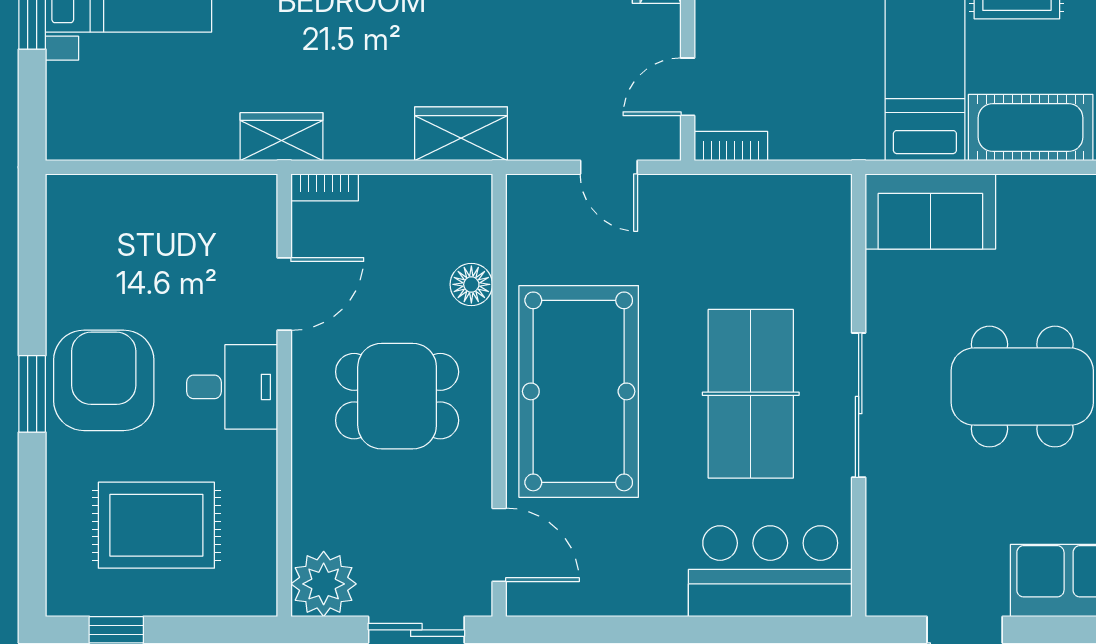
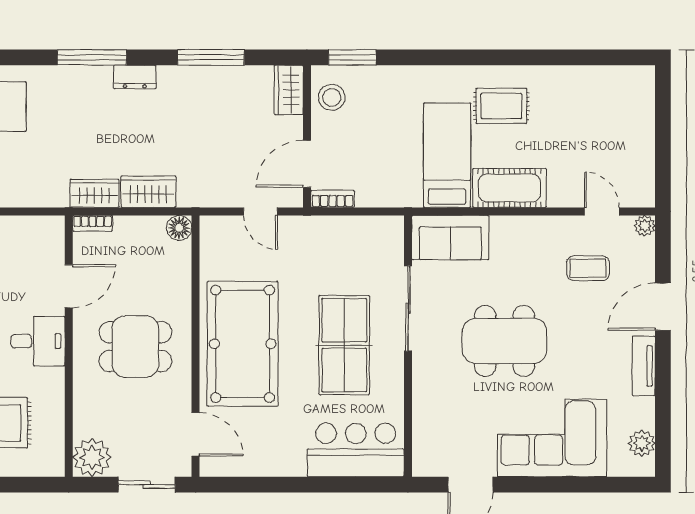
door: (688, 87) -> (307, 164), width x1.38
wardrobe: (461, 134) -> (148, 192), moved
wardrobe: (282, 137) -> (95, 193), moved
floor lamp: (471, 284) -> (179, 228), moved
sliding door: (859, 405) -> (408, 308), moved

